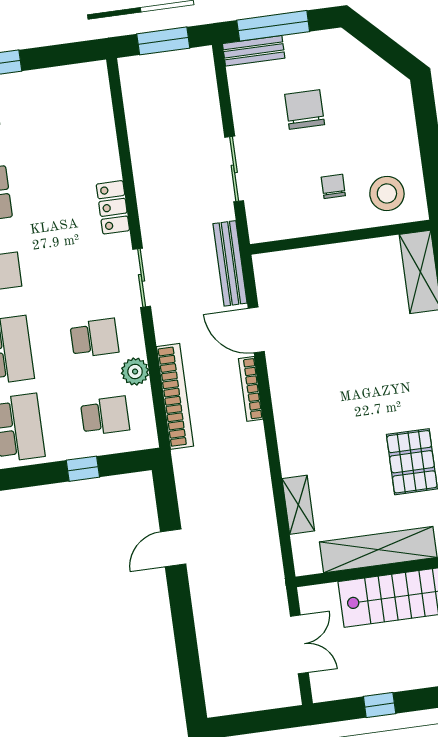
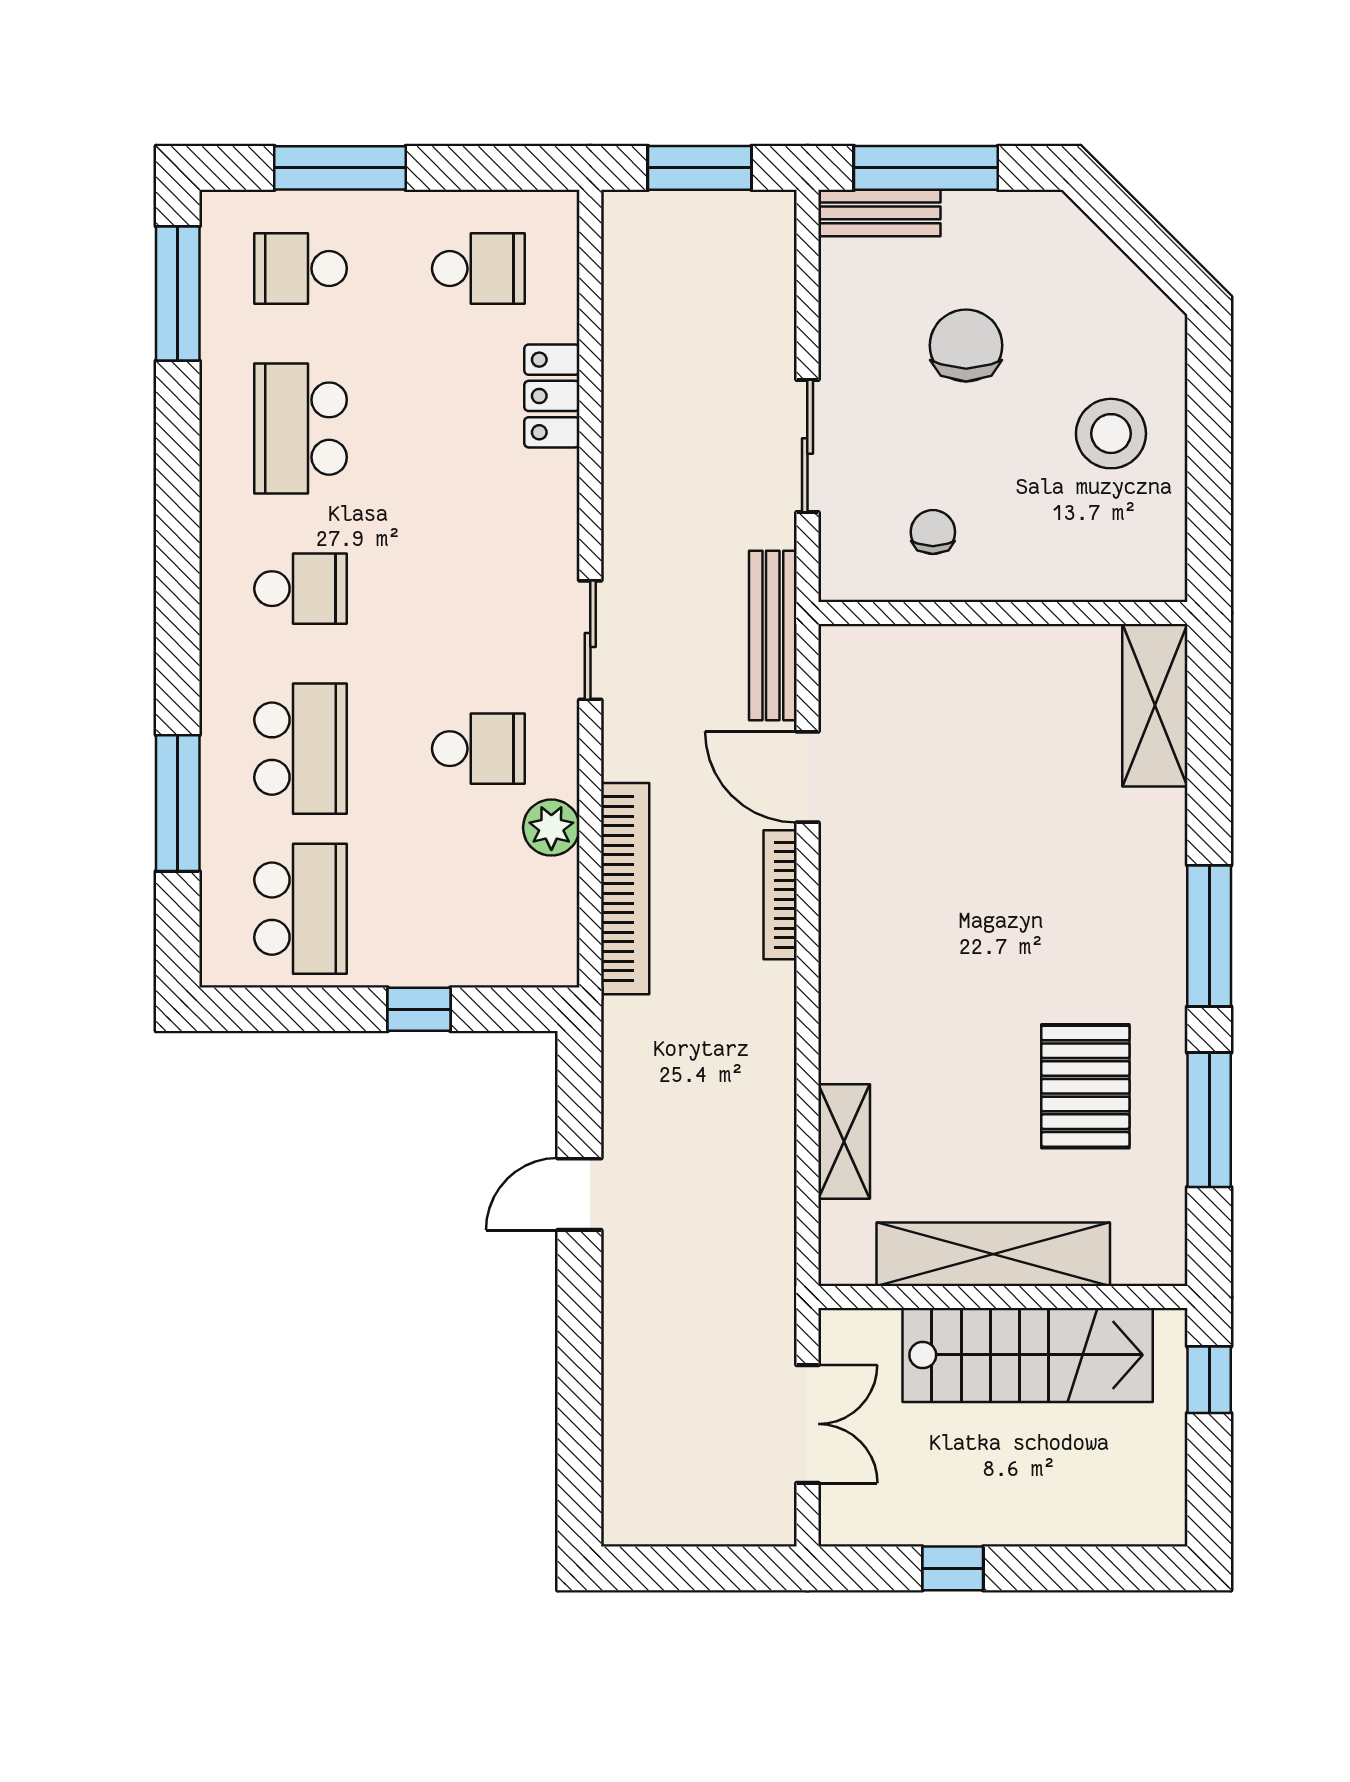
chair: (333, 186) -> (933, 532), moved
stool: (387, 193) -> (1111, 434), moved
locker: (113, 207) -> (552, 396), moved
school desk: (105, 416) -> (478, 269), moved

